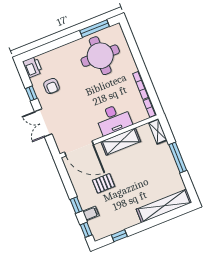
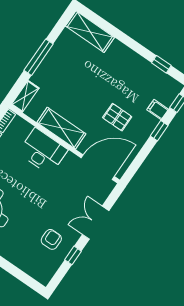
printer: (33, 67) -> (44, 273), removed
double door: (43, 123) -> (96, 223), swing flipped
door: (79, 148) -> (98, 167), hinge flipped
shelving: (164, 206) -> (90, 32), width x0.68

